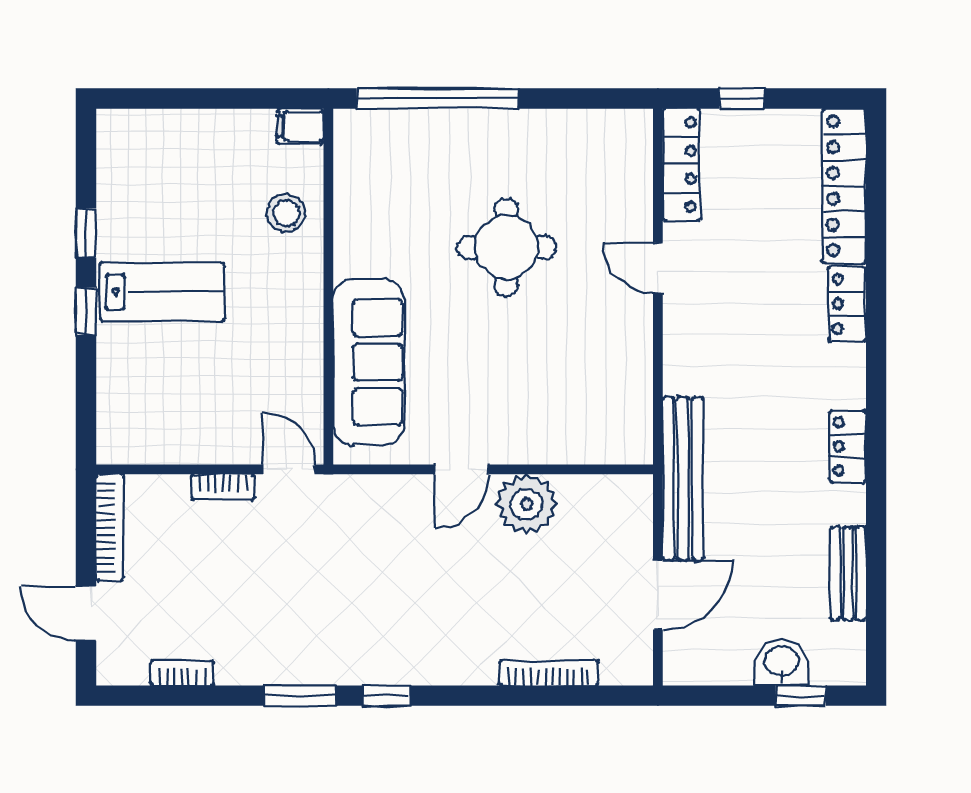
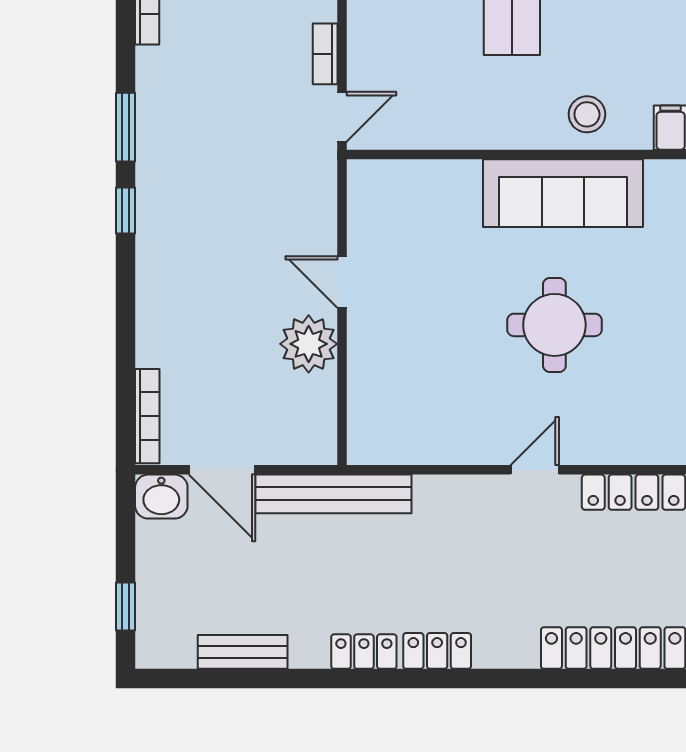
locker: (847, 304) -> (437, 651), moved
sofa: (369, 362) -> (563, 193), moved
washbasin: (782, 662) -> (161, 497), moved, turned 90
bookcase: (549, 673) -> (147, 416), moved

